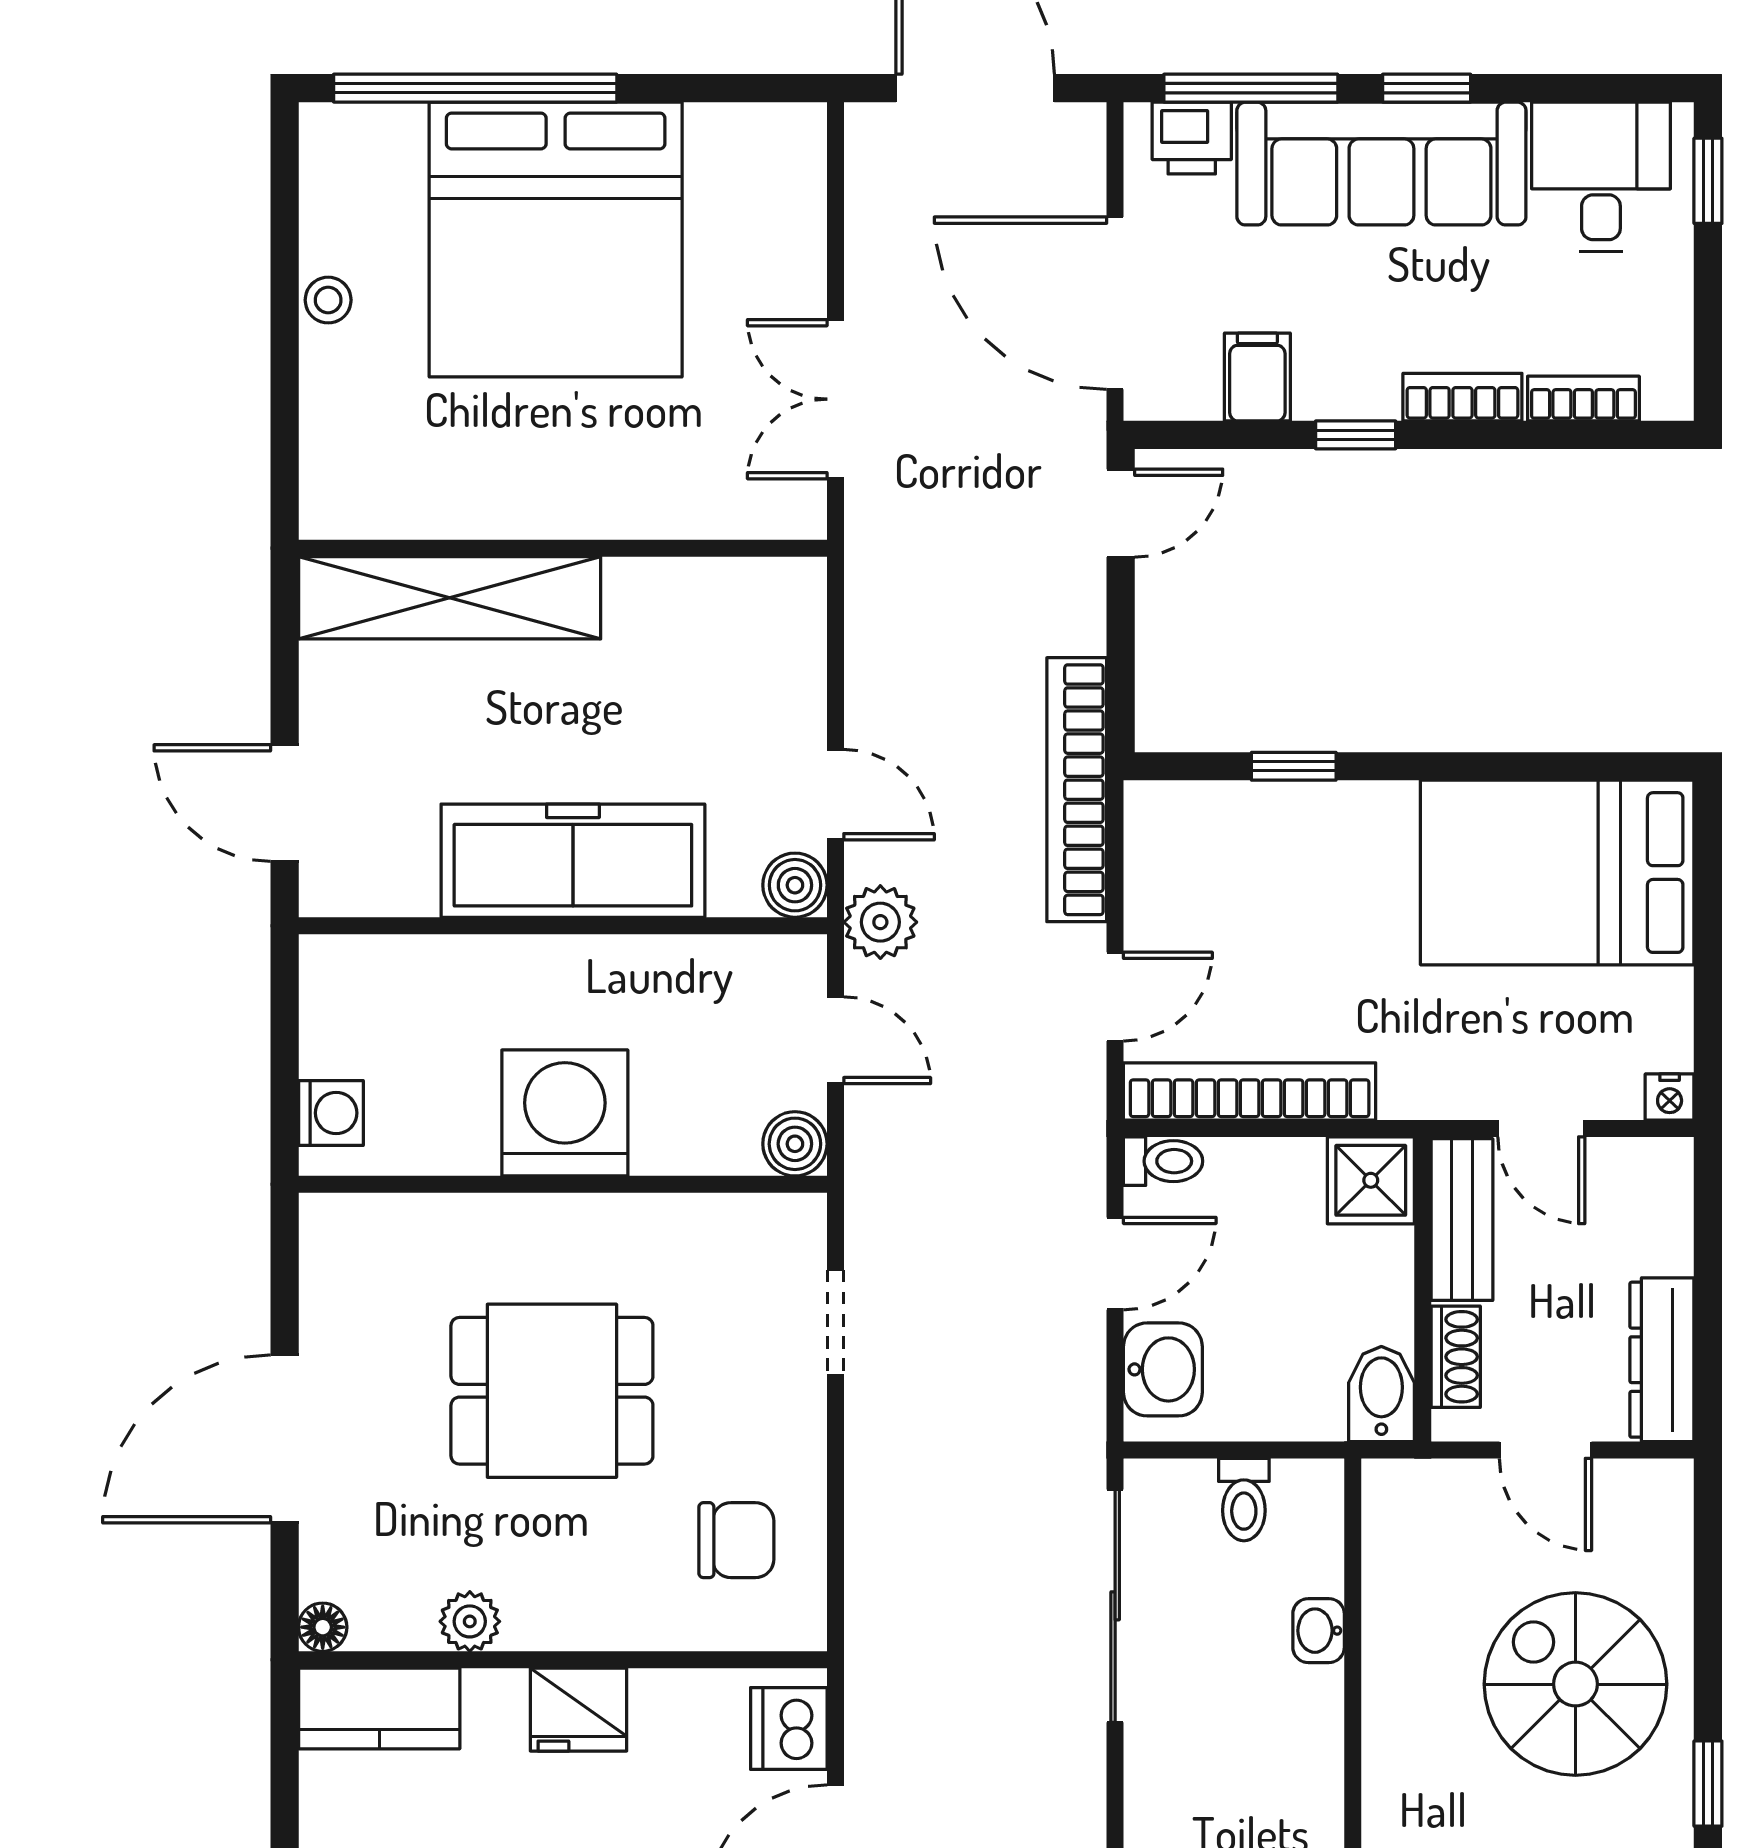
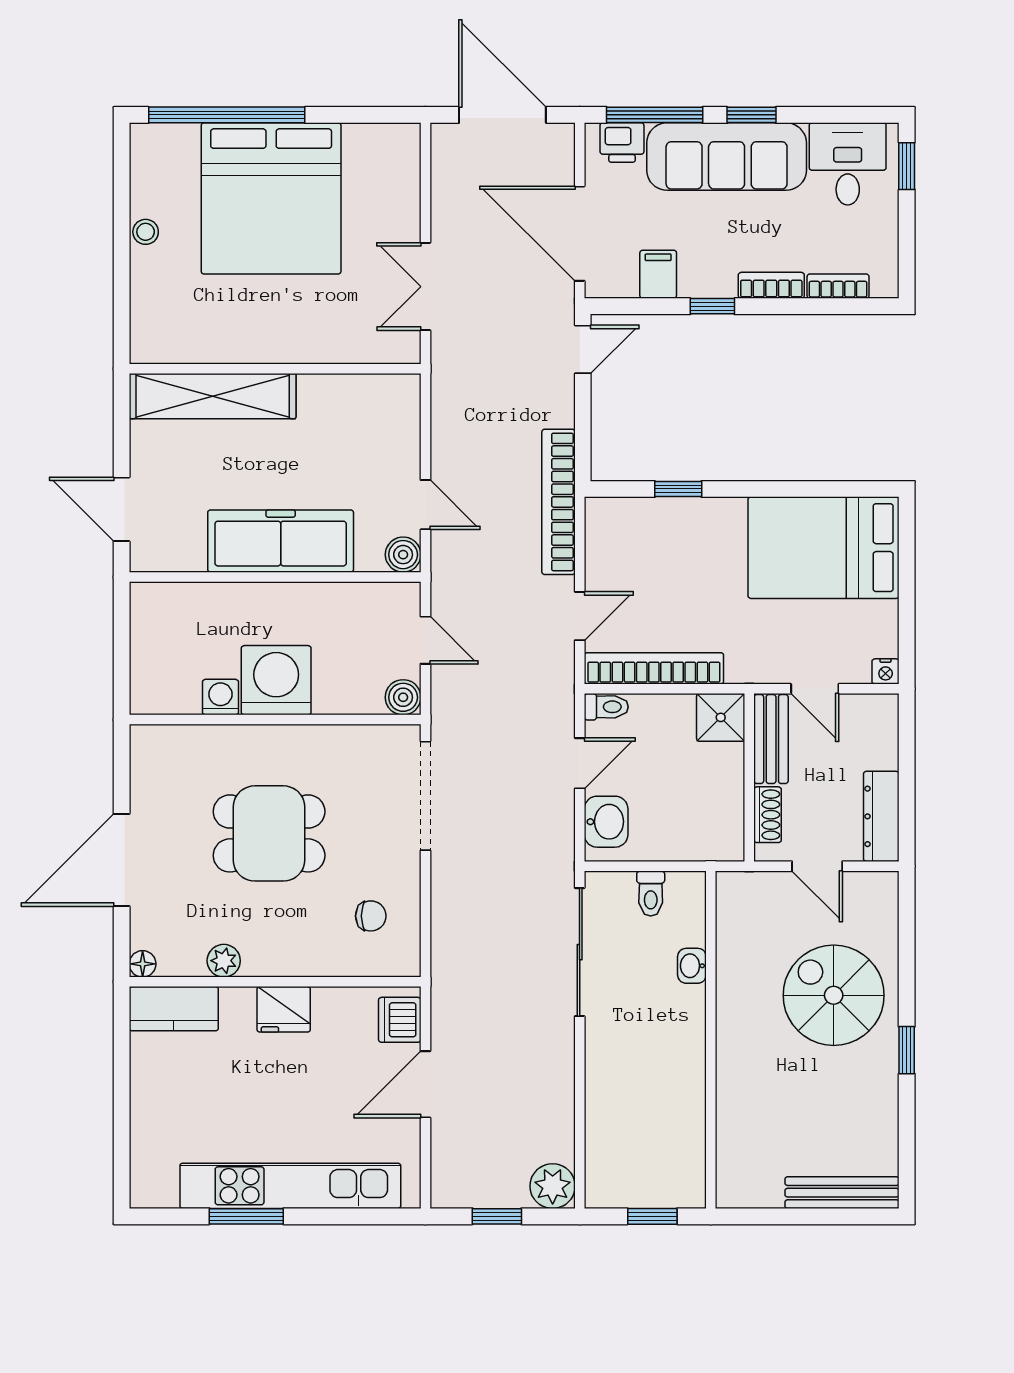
plant: (880, 922) -> (450, 575), removed
washing machine: (331, 1113) -> (220, 697), moved, turned -90
doorway: (835, 1323) -> (425, 796), width x1.88
bidet: (1381, 1394) -> (727, 835), removed
chair: (736, 1540) -> (371, 916), width x0.73, depth x0.73

